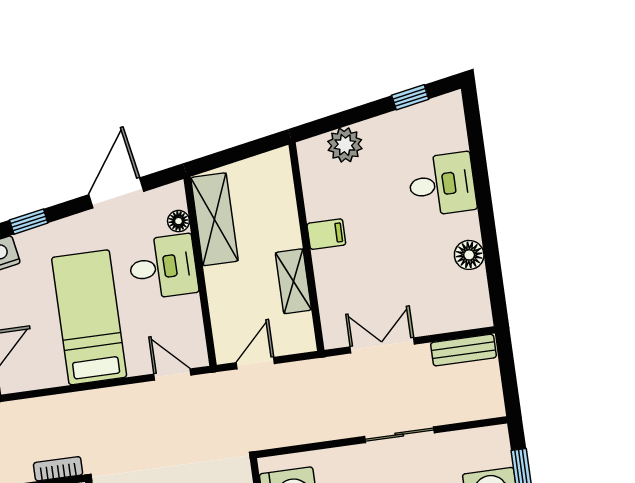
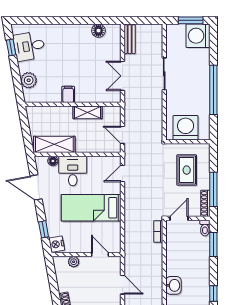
desk: (442, 184) -> (29, 46), moved, turned -100
floor lamp: (469, 255) -> (98, 31), moved

